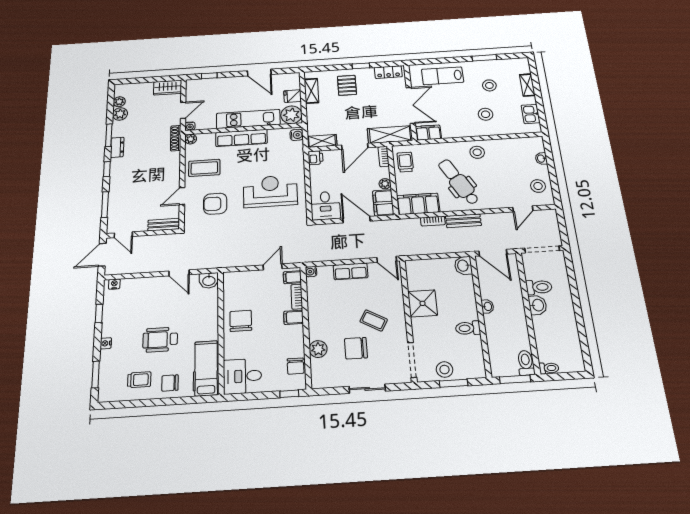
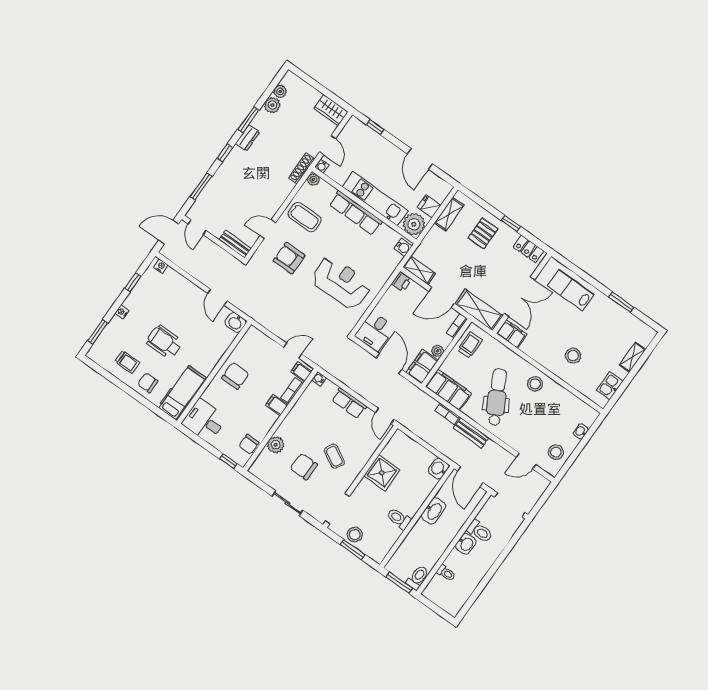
stool: (489, 85) -> (601, 332), removed
door: (183, 110) -> (328, 145), hinge flipped
washbasin: (488, 306) -> (434, 511), width x1.91, depth x1.45
toilet: (549, 368) -> (446, 573), moved

